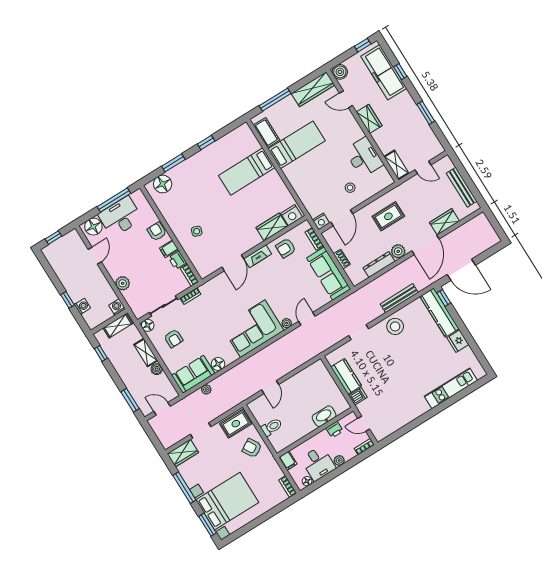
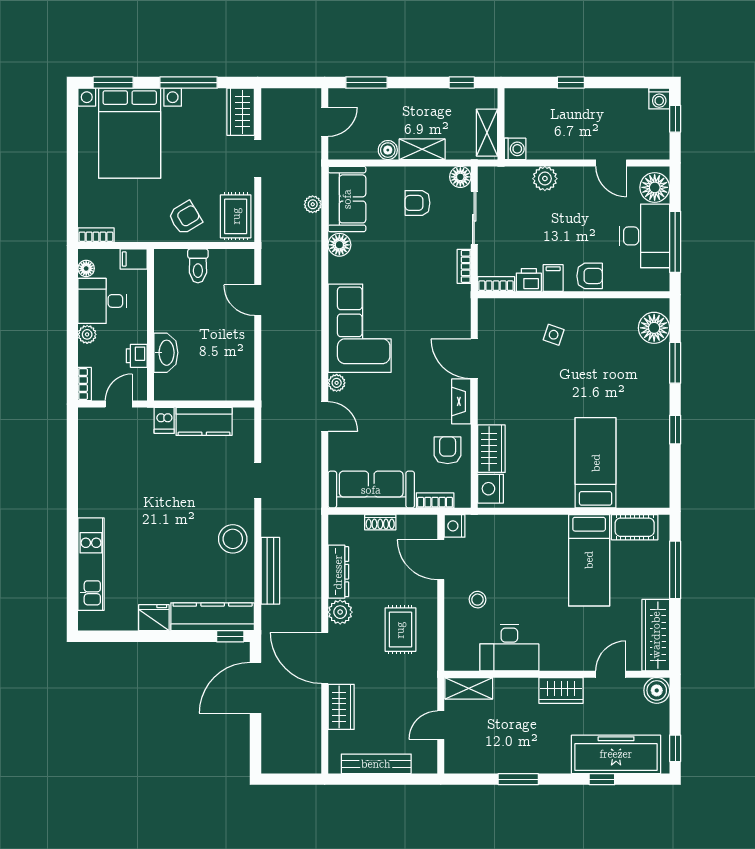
washing machine: (82, 306) -> (659, 99), moved

